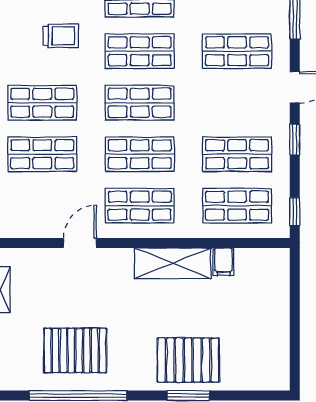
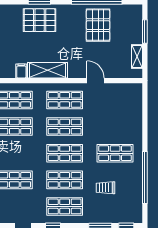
shop shelf: (42, 154) -> (115, 127), removed
door: (80, 243) -> (96, 81), swing flipped
pallet: (75, 350) -> (98, 25), turned 90

